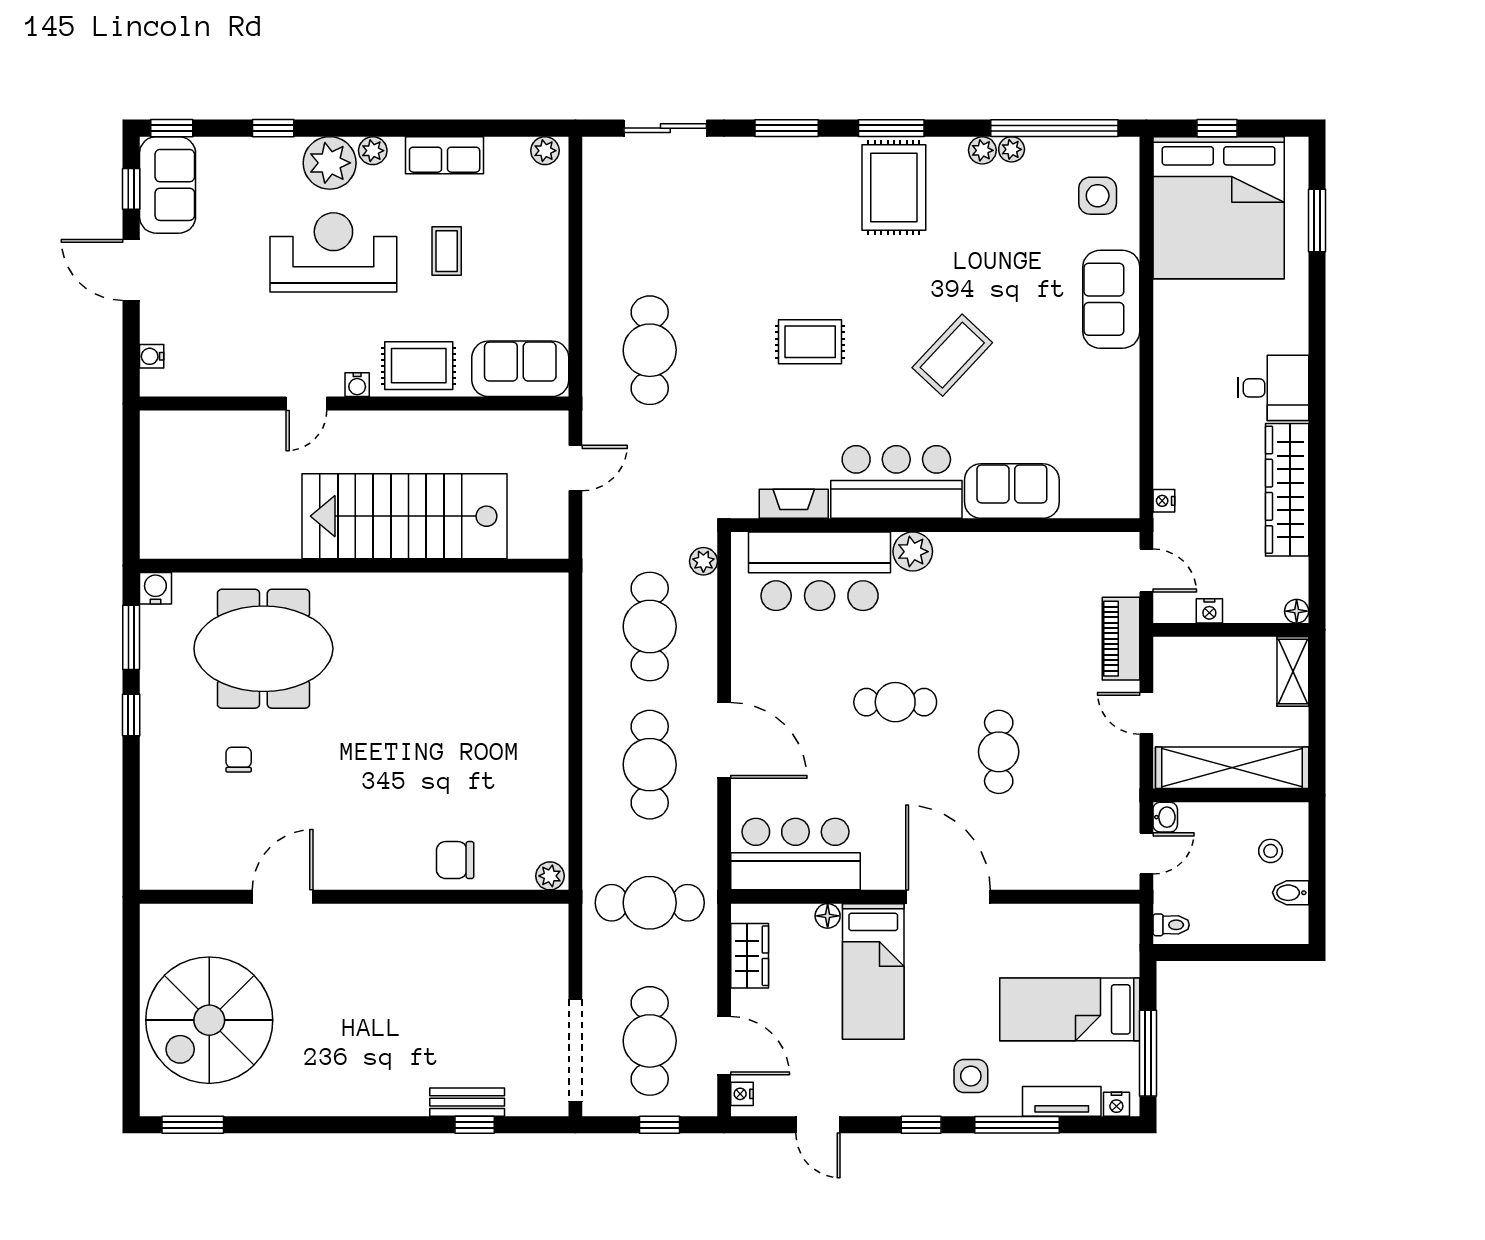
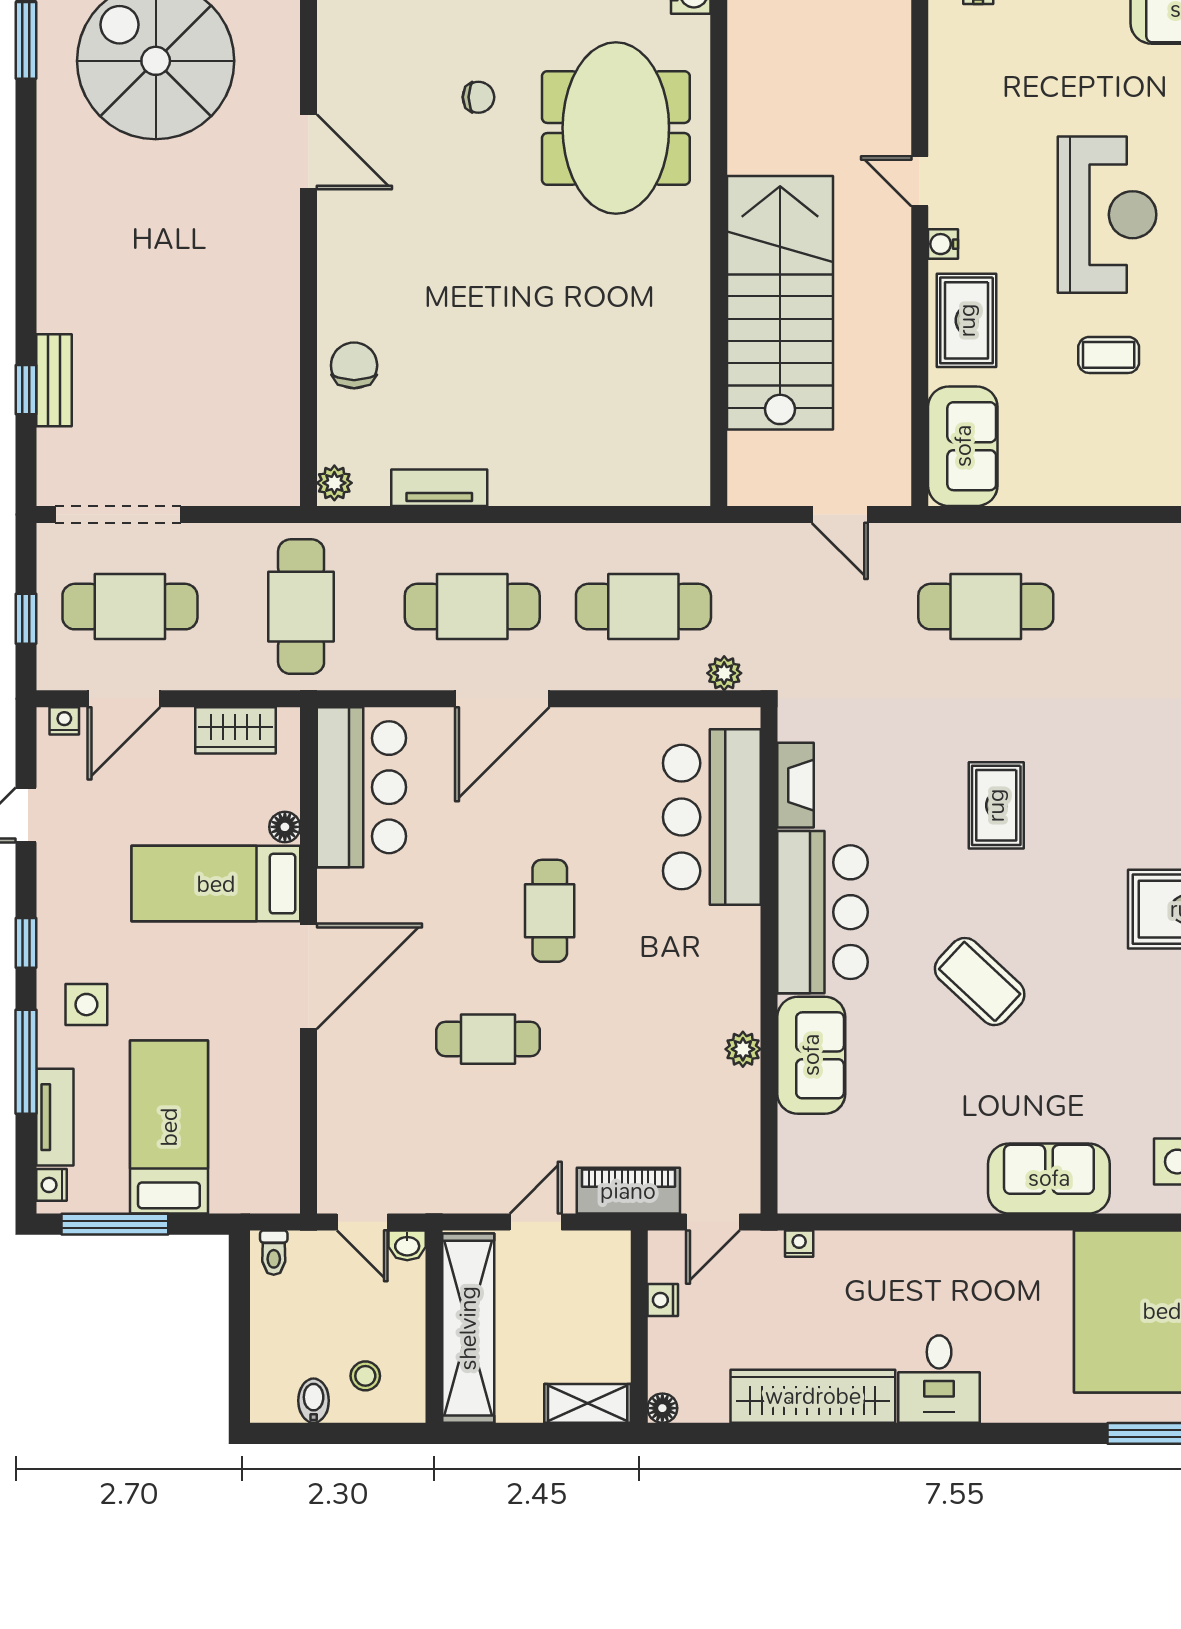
plant: (913, 552) -> (743, 1049), moved, width x0.73, depth x0.73
tv unit: (554, 791) -> (439, 488), added

